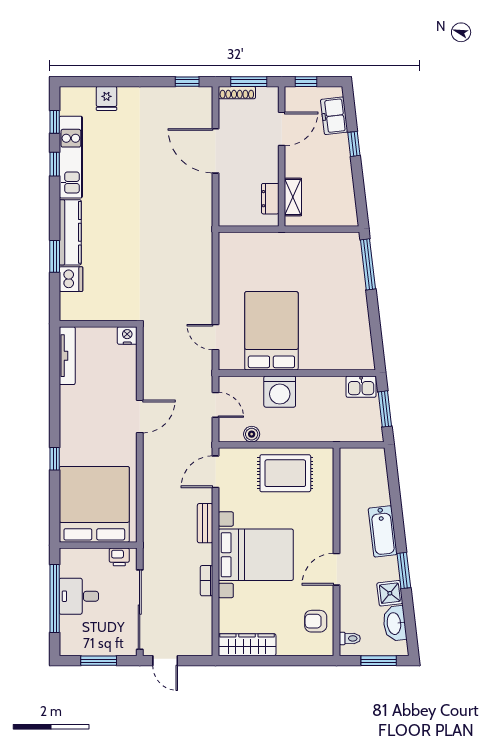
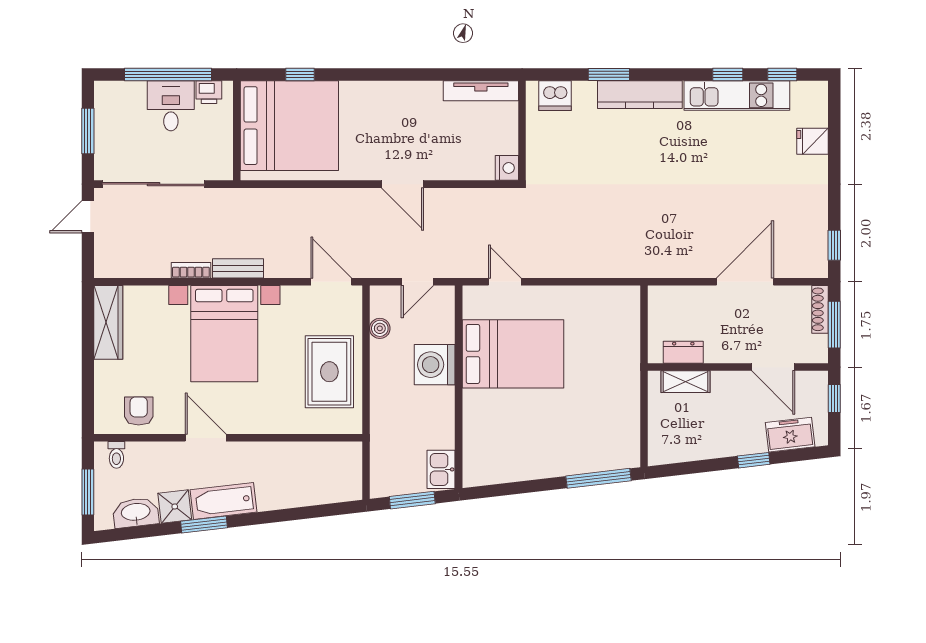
dishwasher: (71, 279) -> (555, 96), moved
door: (215, 337) -> (505, 282), hinge flipped
window: (55, 459) -> (300, 74), moved
bench: (205, 523) -> (238, 268), moved
bathtub: (383, 531) -> (223, 501), moved
printer: (119, 557) -> (209, 92), moved, turned -90

